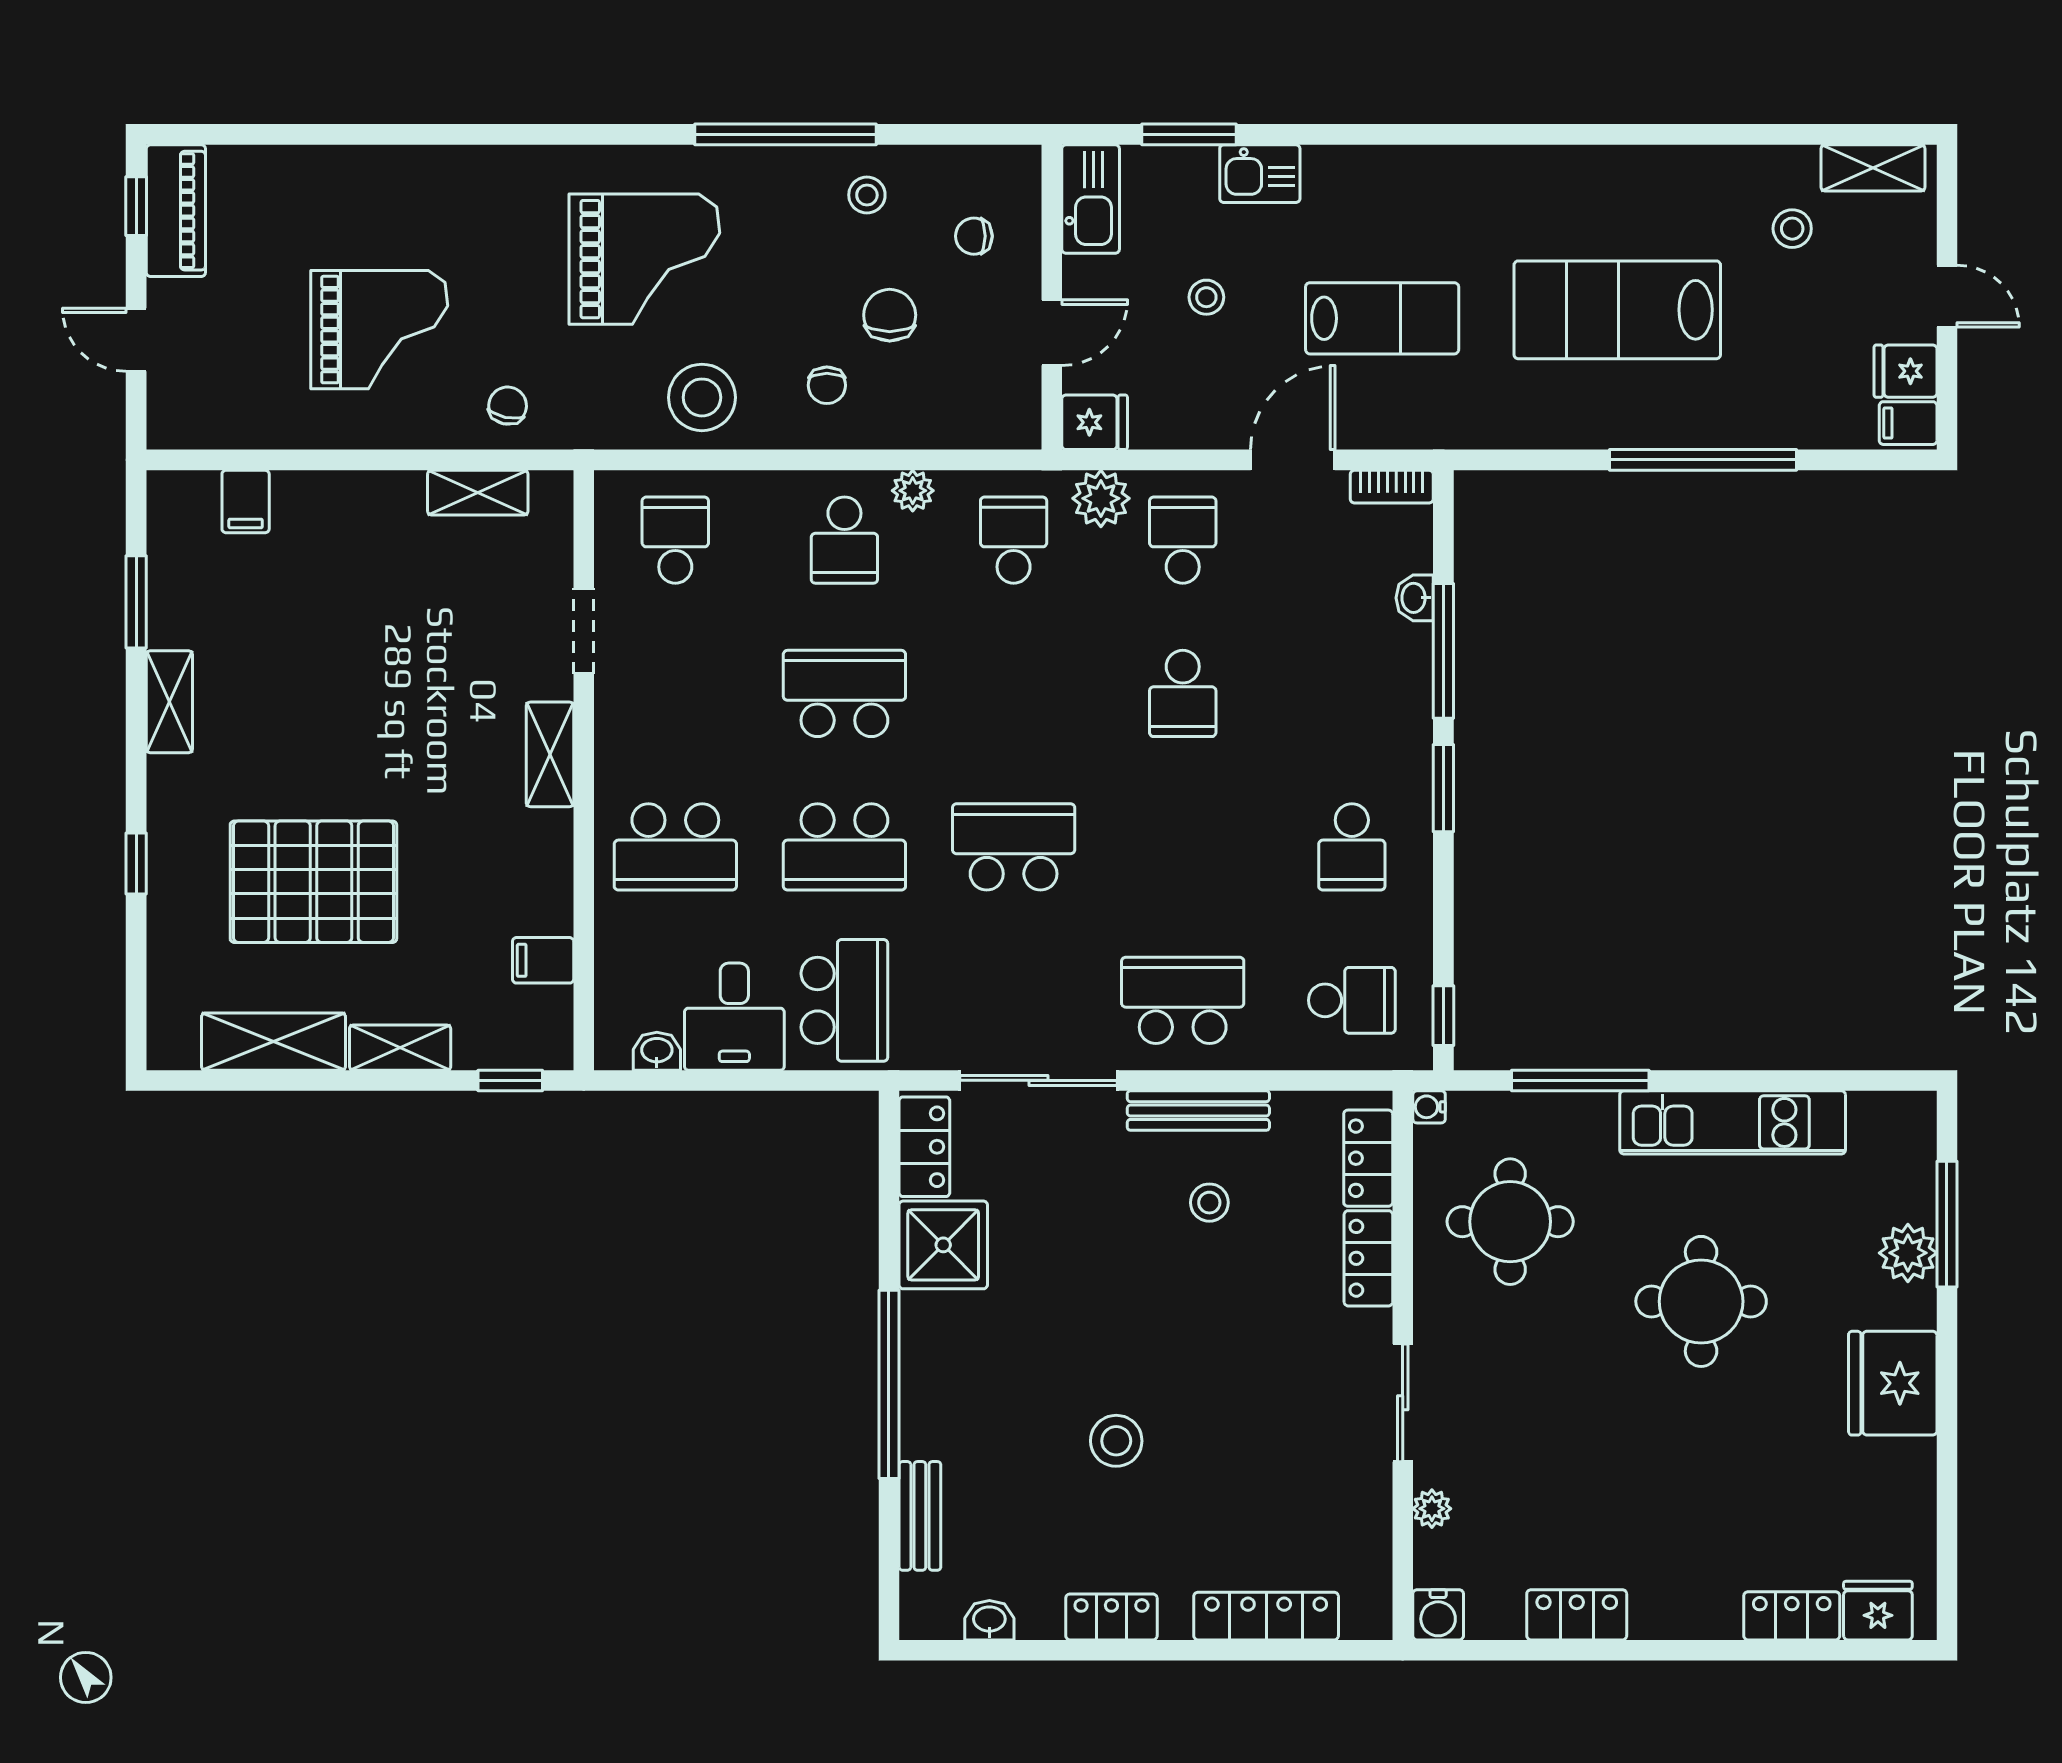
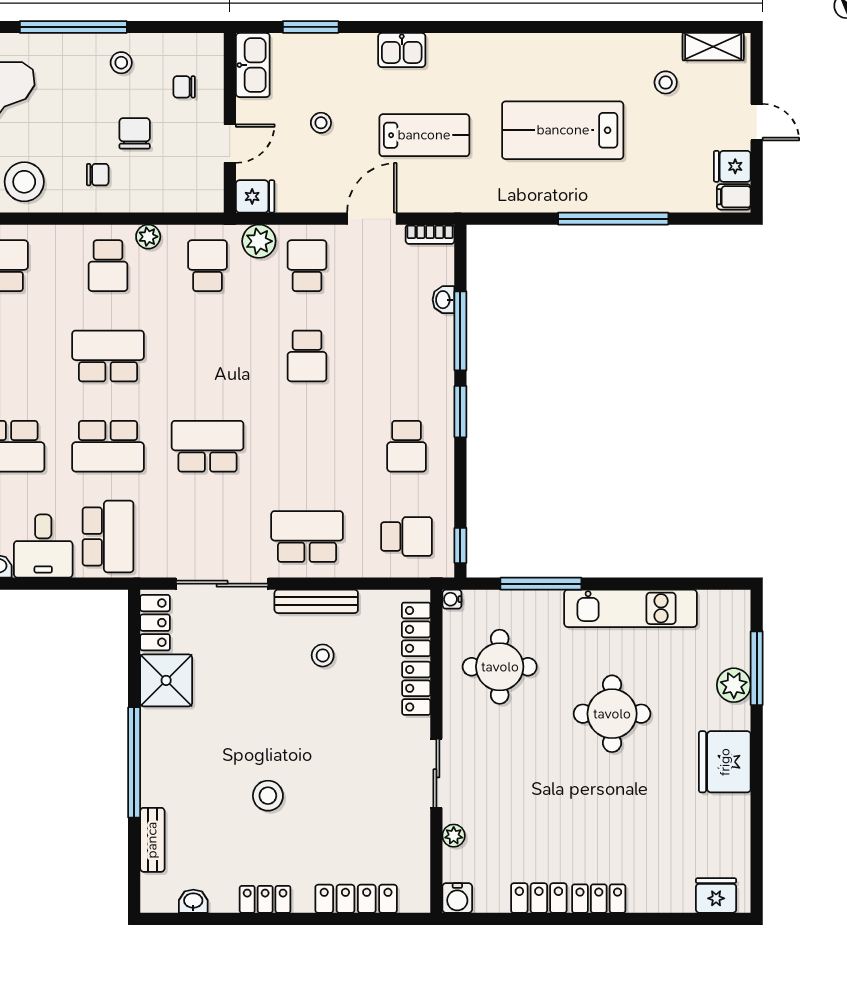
kitchen sink: (1260, 174) -> (402, 50), moved
chair: (827, 385) -> (98, 175), turned -90
locker: (1792, 1616) -> (599, 899), moved

